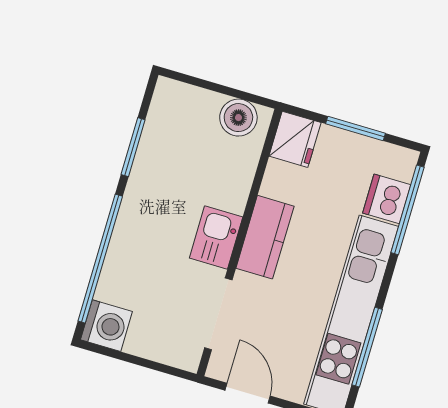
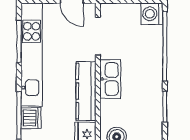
kitchen counter: (265, 237) -> (86, 91), width x1.50
kitchen sink: (216, 238) -> (110, 79), width x1.38

